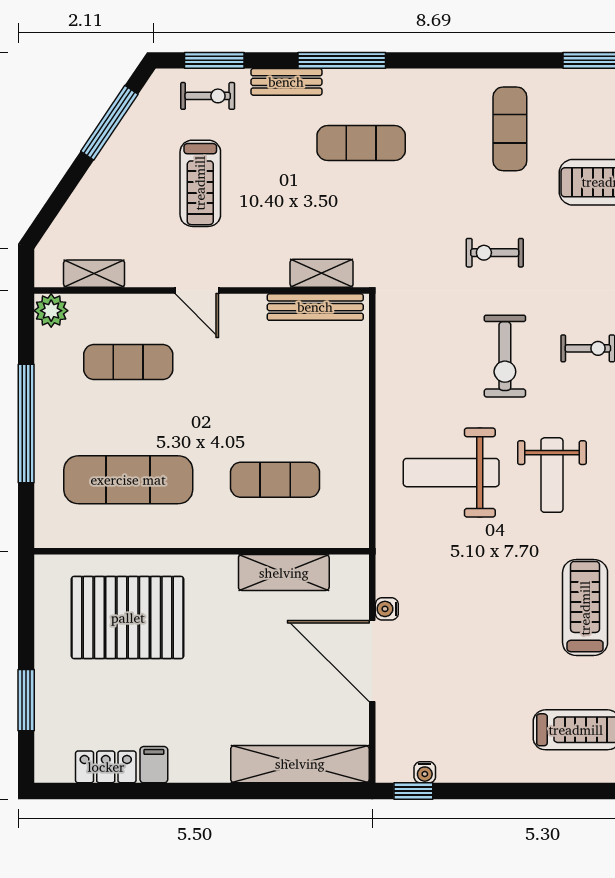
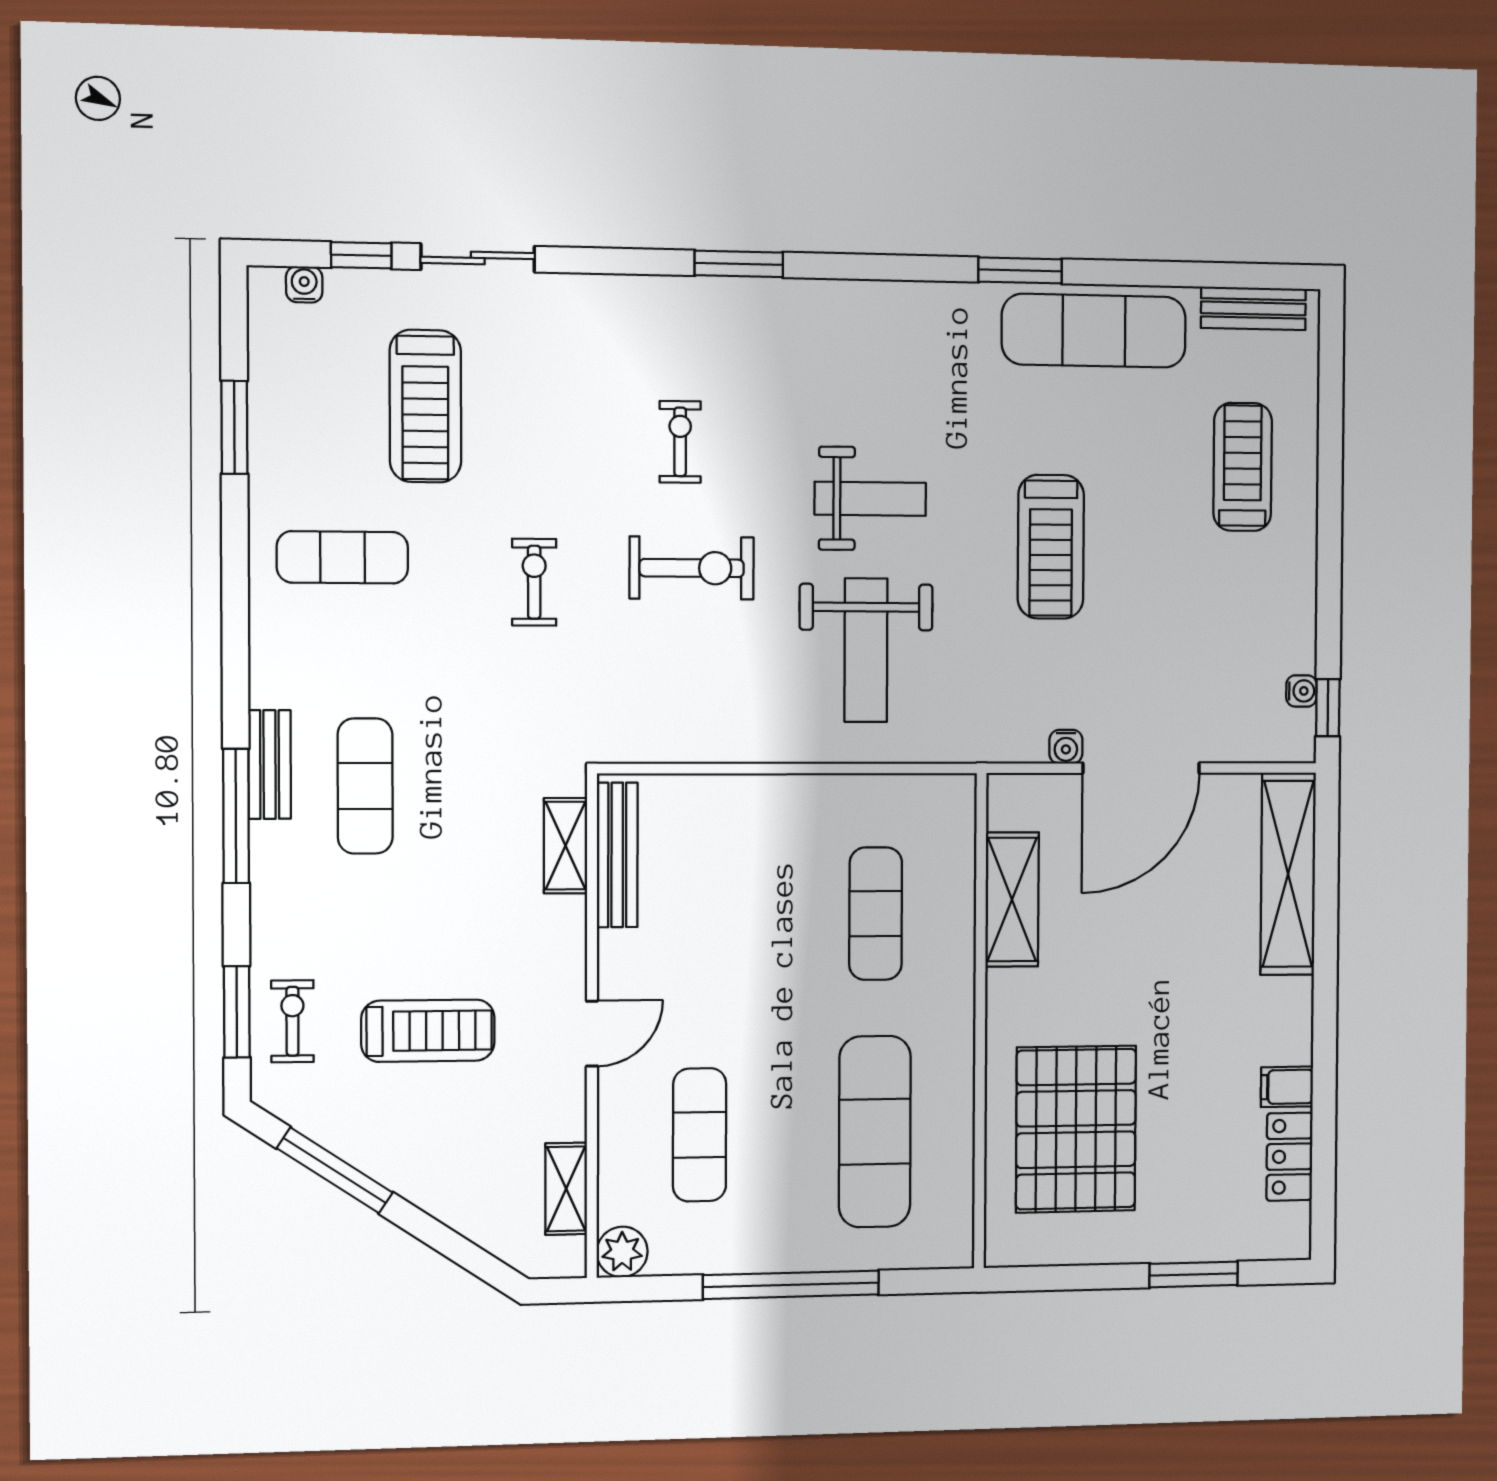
bench: (286, 82) -> (270, 764), moved
exercise bike: (495, 253) -> (534, 582), turned 180
treadmill: (585, 608) -> (1051, 547), moved, turned -90

